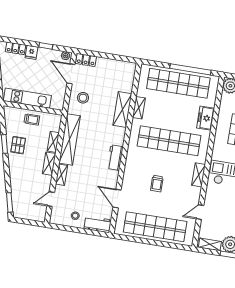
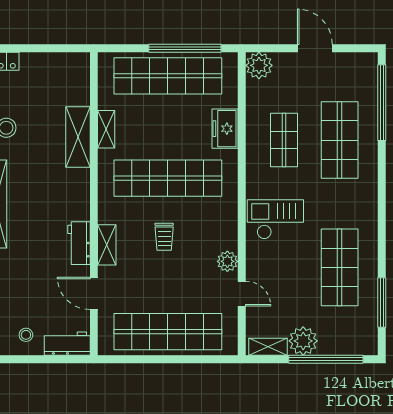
workbench: (115, 158) -> (79, 243), moved
shelving: (199, 175) -> (107, 245), moved
trolley: (157, 184) -> (164, 237), moved
plant: (195, 193) -> (227, 261), added
door: (200, 212) -> (242, 294), swing flipped

